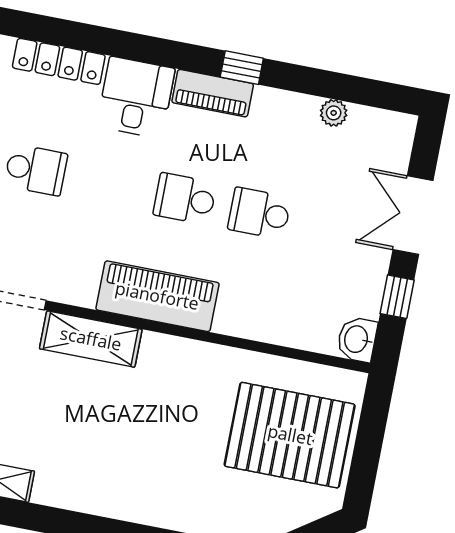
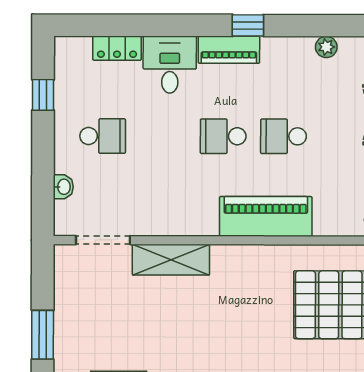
locker: (59, 61) -> (117, 48), width x0.66
piano: (157, 296) -> (266, 216), moved

